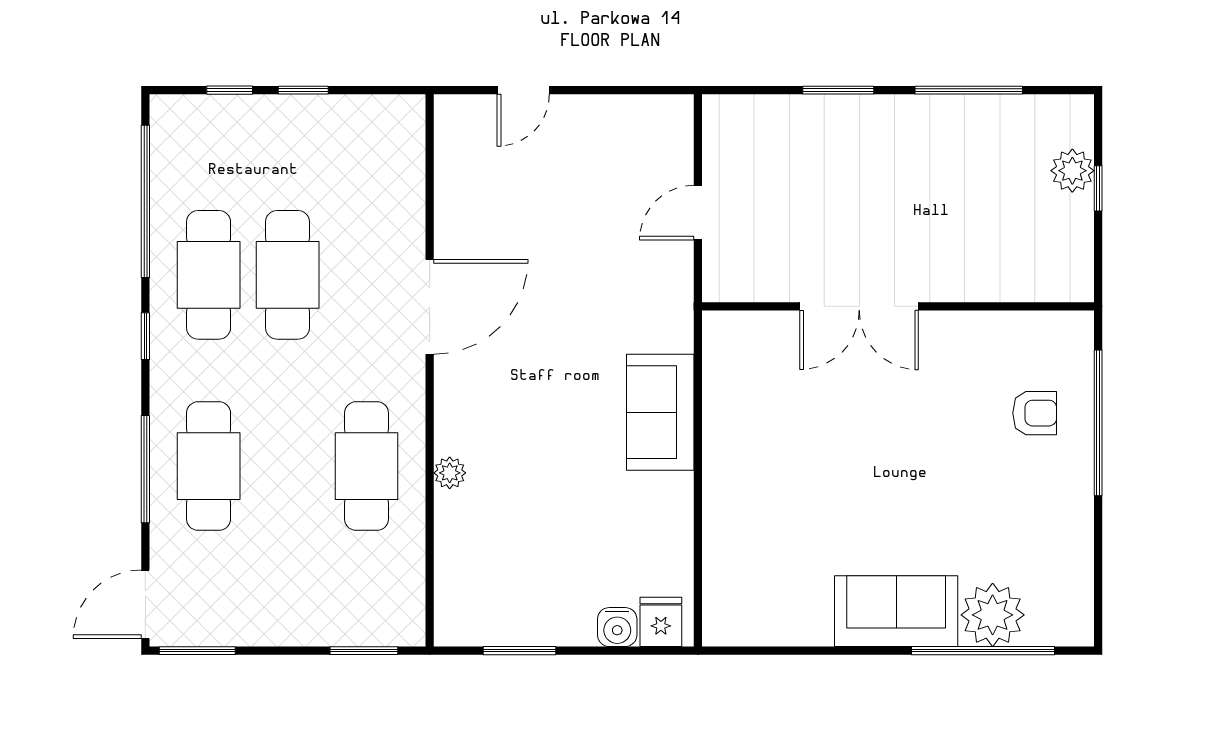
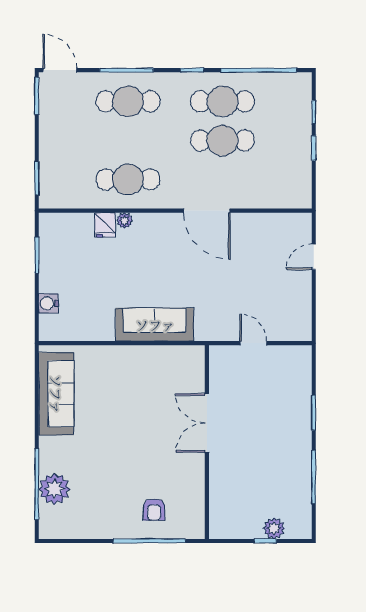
door: (523, 90) -> (314, 257), hinge flipped
sofa: (660, 412) -> (155, 325), width x1.36
sofa: (896, 611) -> (56, 394), moved, width x1.36
fridge: (661, 622) -> (105, 225), moved, turned 90

